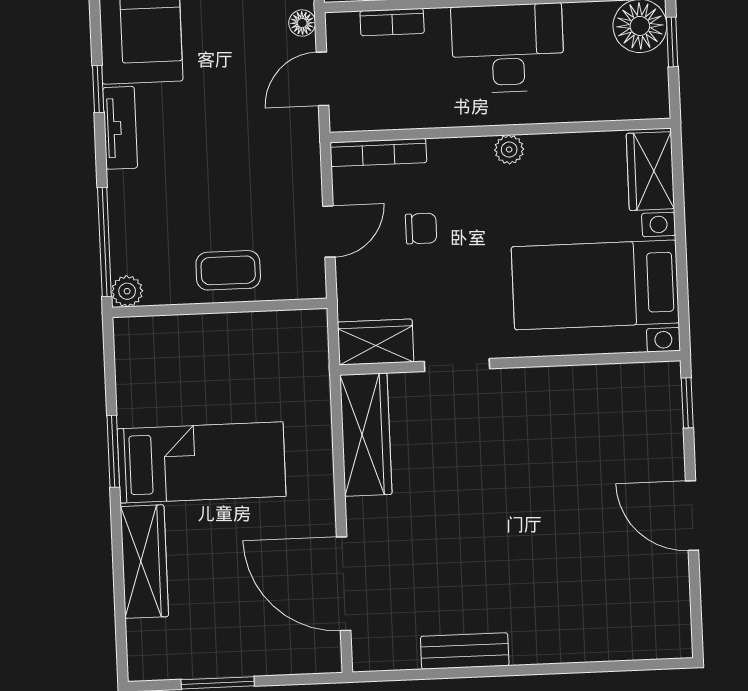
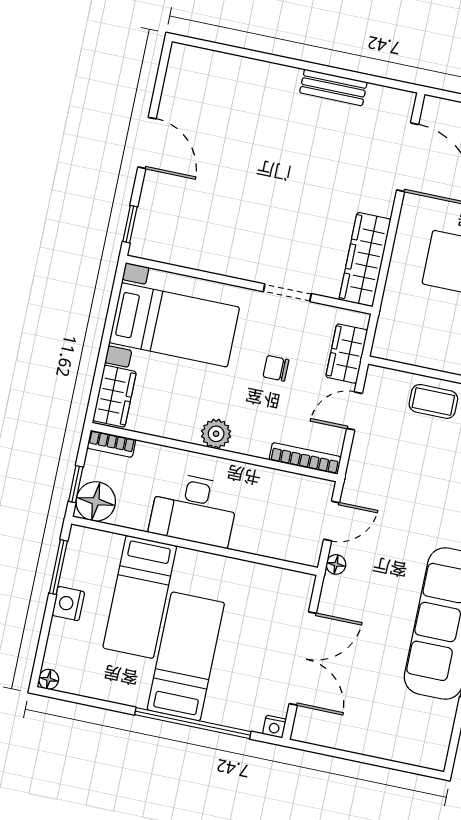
bookcase: (392, 22) -> (111, 444), moved, turned 180
plant: (509, 150) -> (216, 434), width x1.38, depth x1.38
chair: (421, 228) -> (276, 368), moved
wardrobe: (376, 342) -> (347, 354), moved, turned 90

